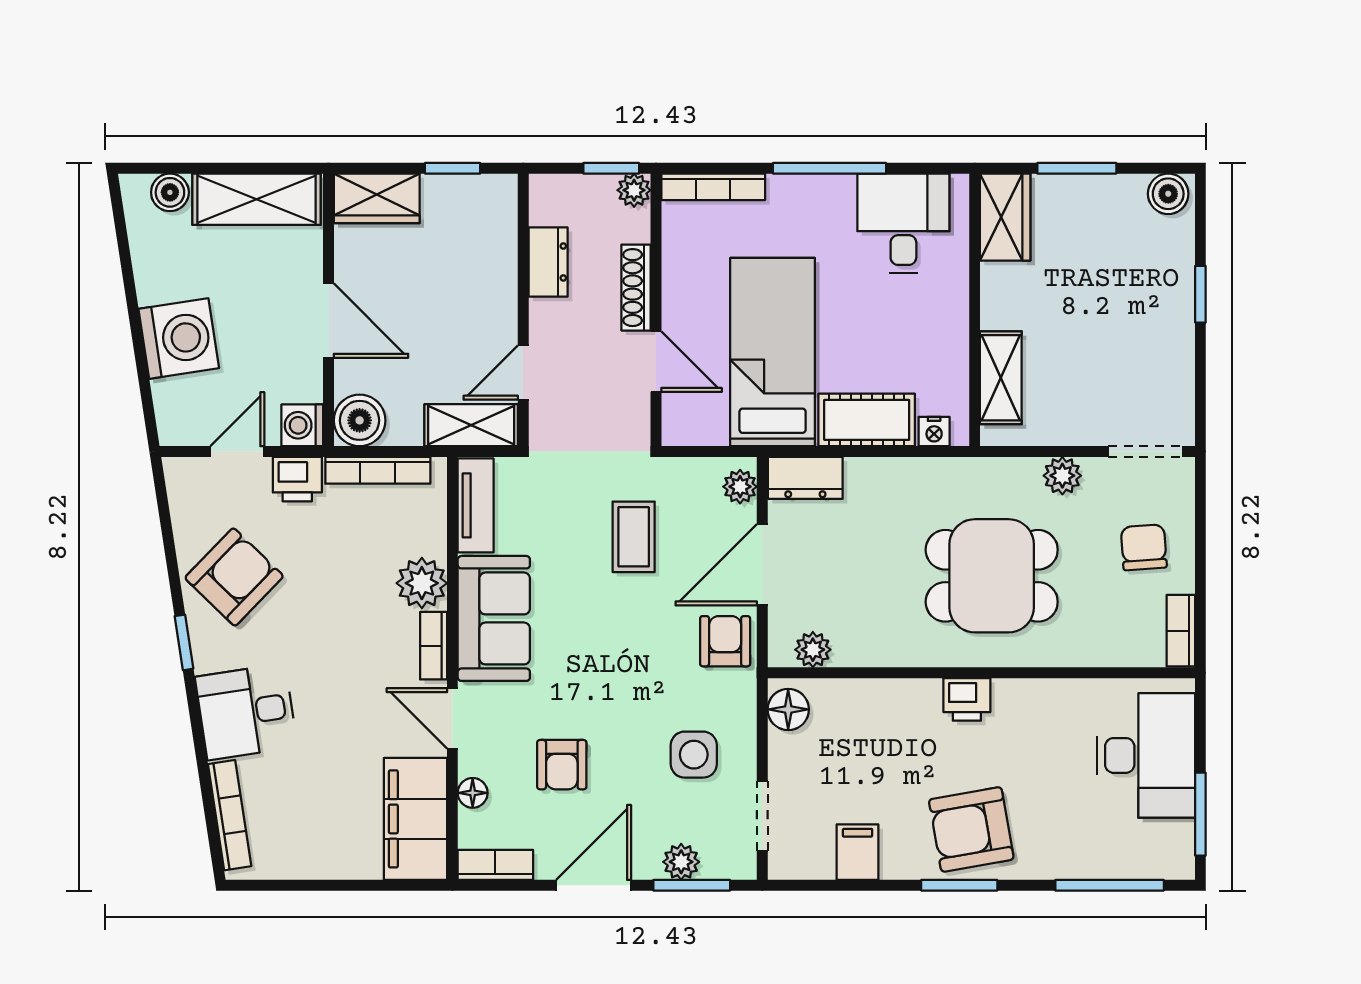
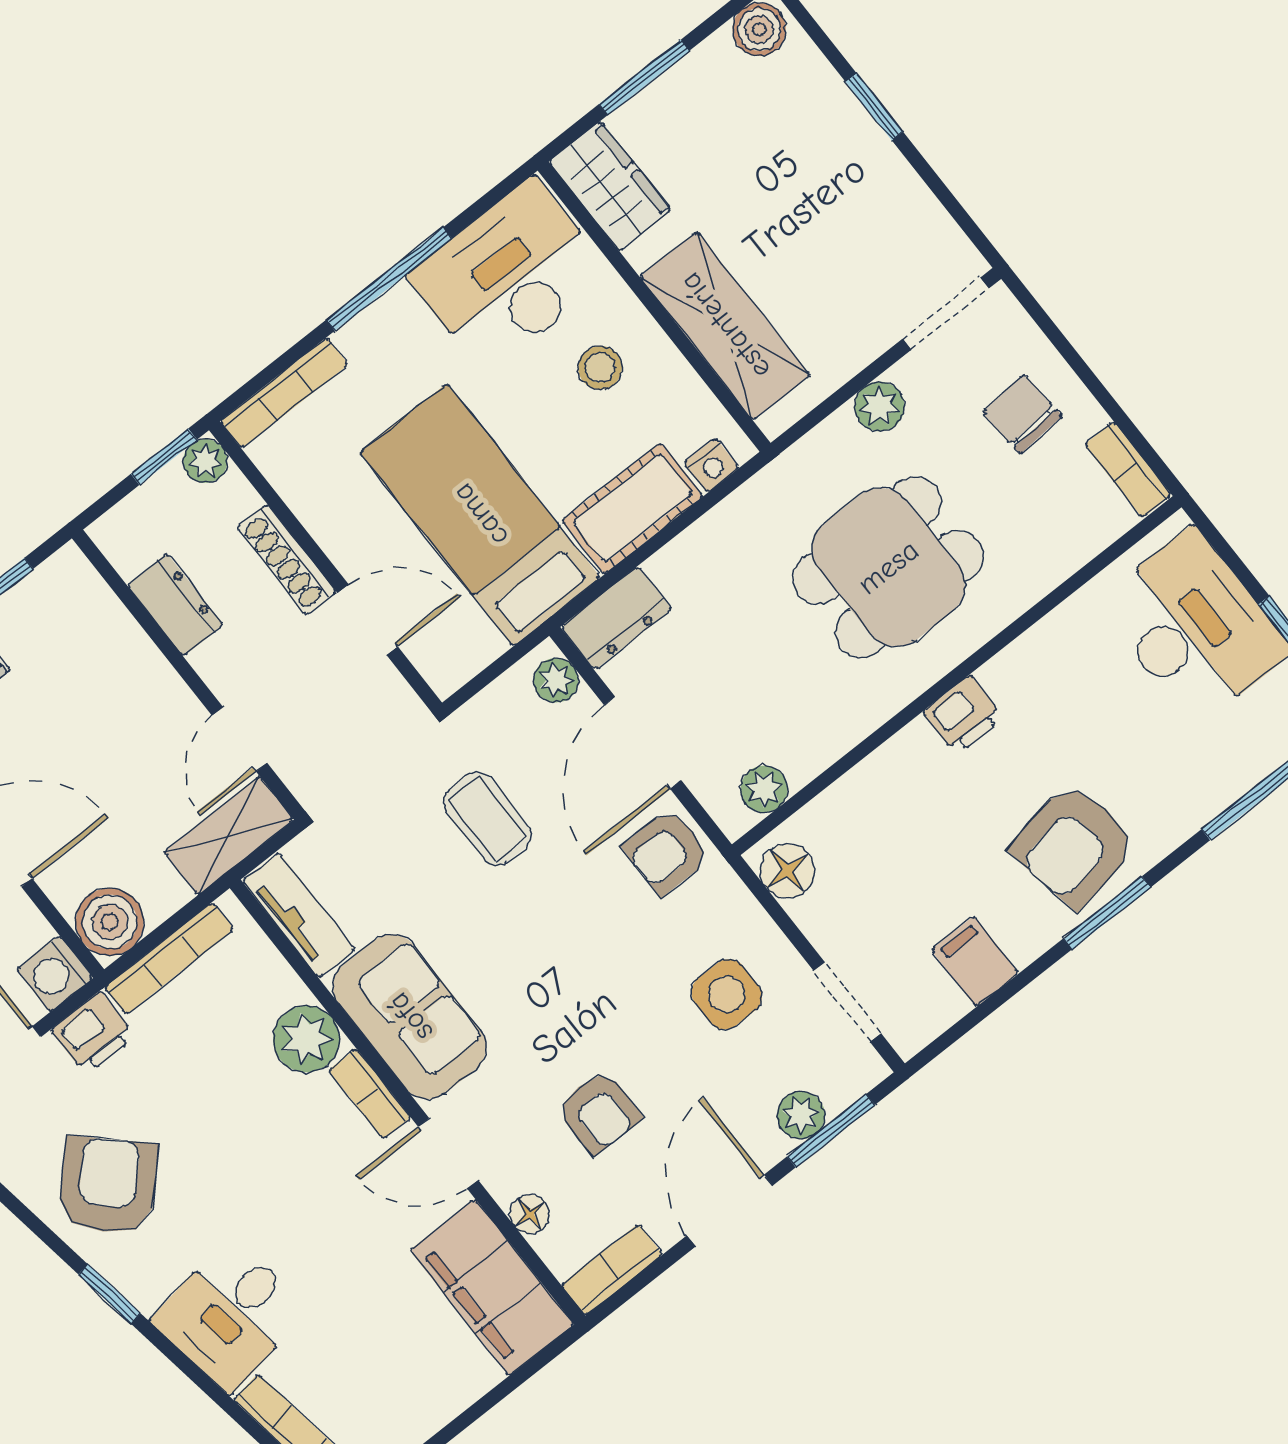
desk: (903, 223) -> (510, 275), width x1.37
stool: (914, 321) -> (600, 368), added
shelving: (1001, 378) -> (725, 326), width x1.50, depth x1.33
armchair: (725, 641) -> (667, 852), turned -90

